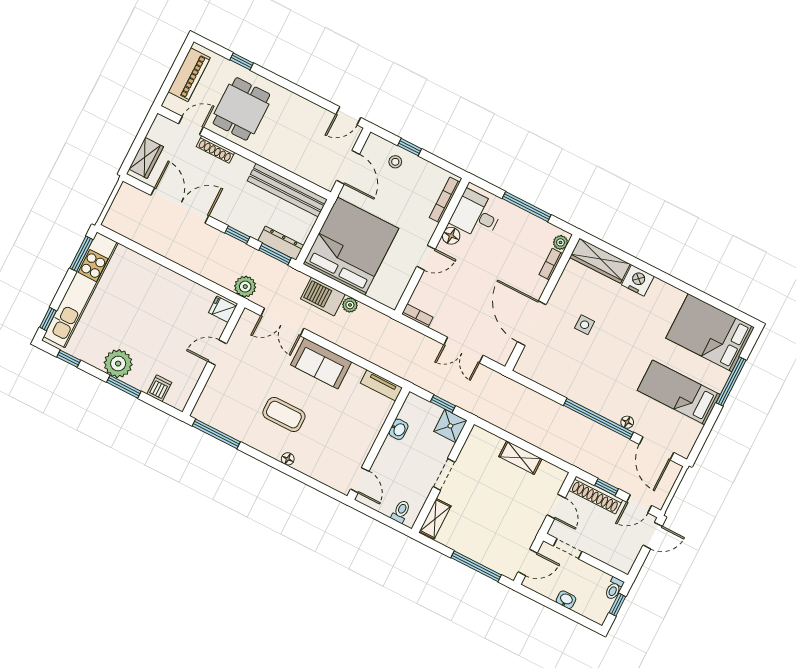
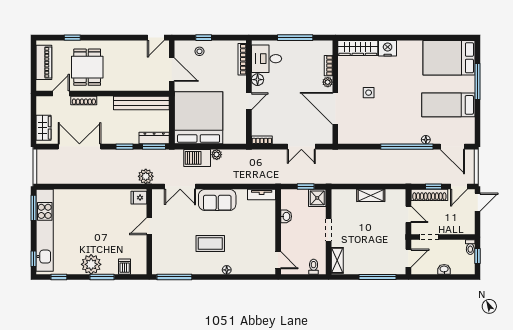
plant: (561, 242) -> (328, 82), moved

